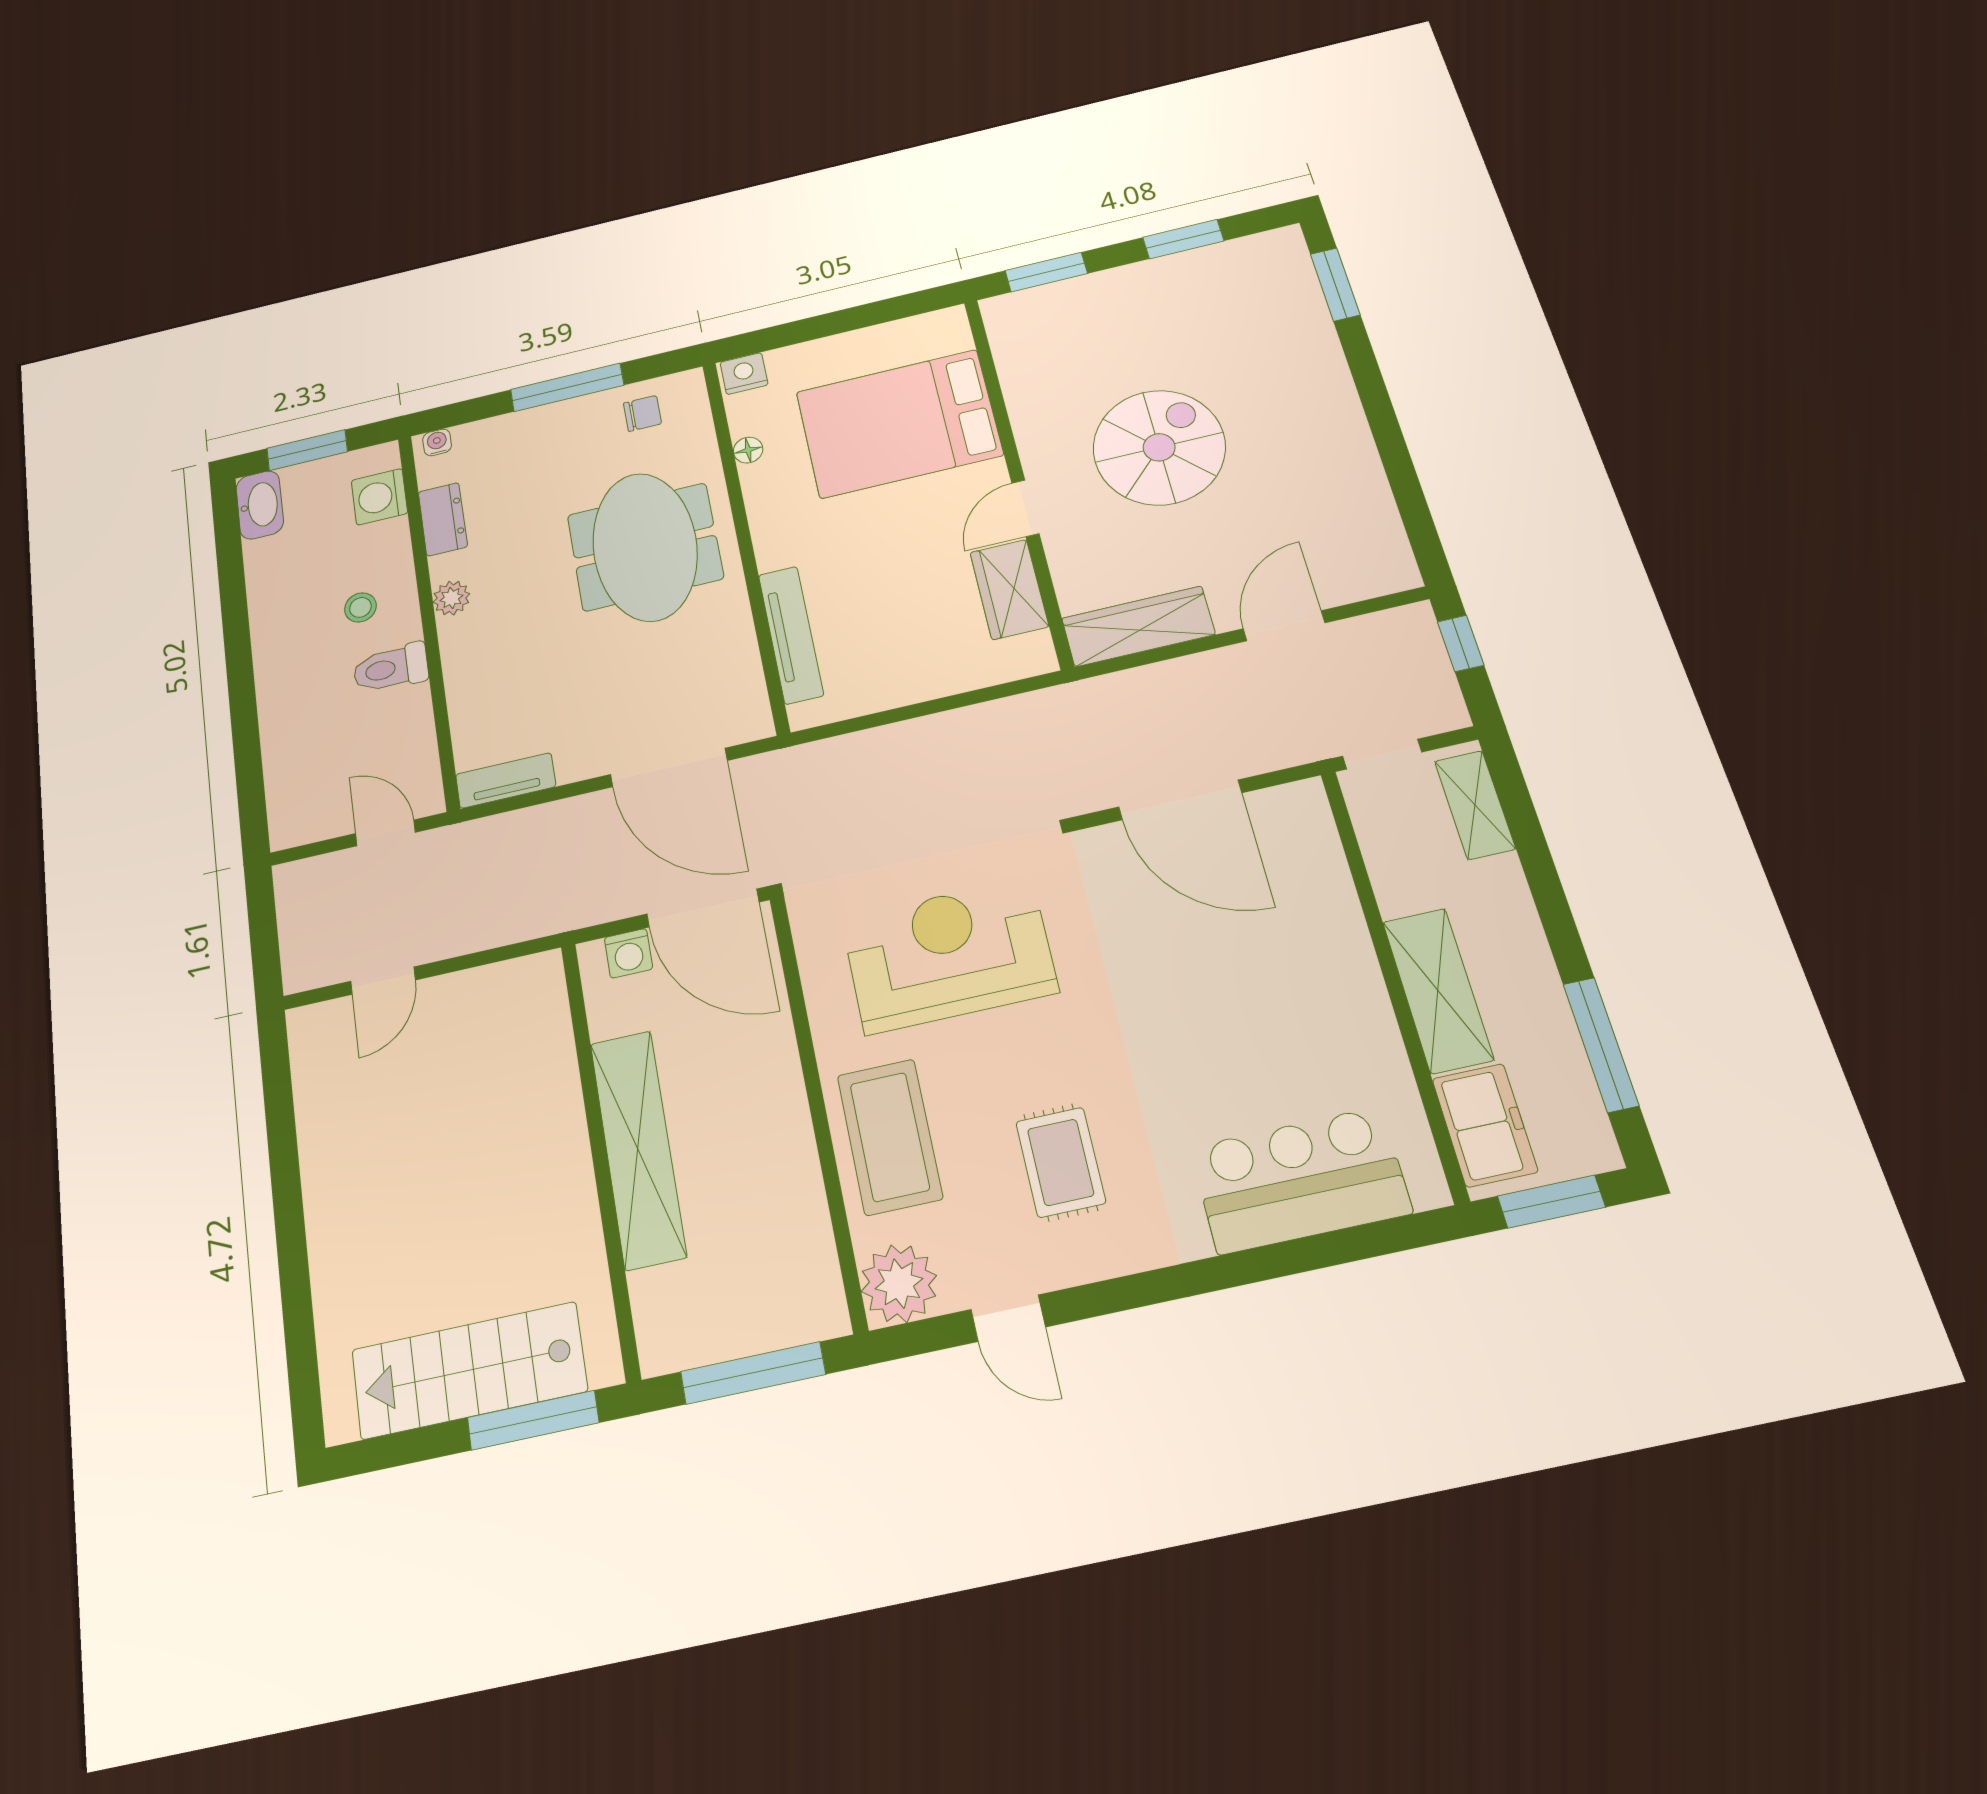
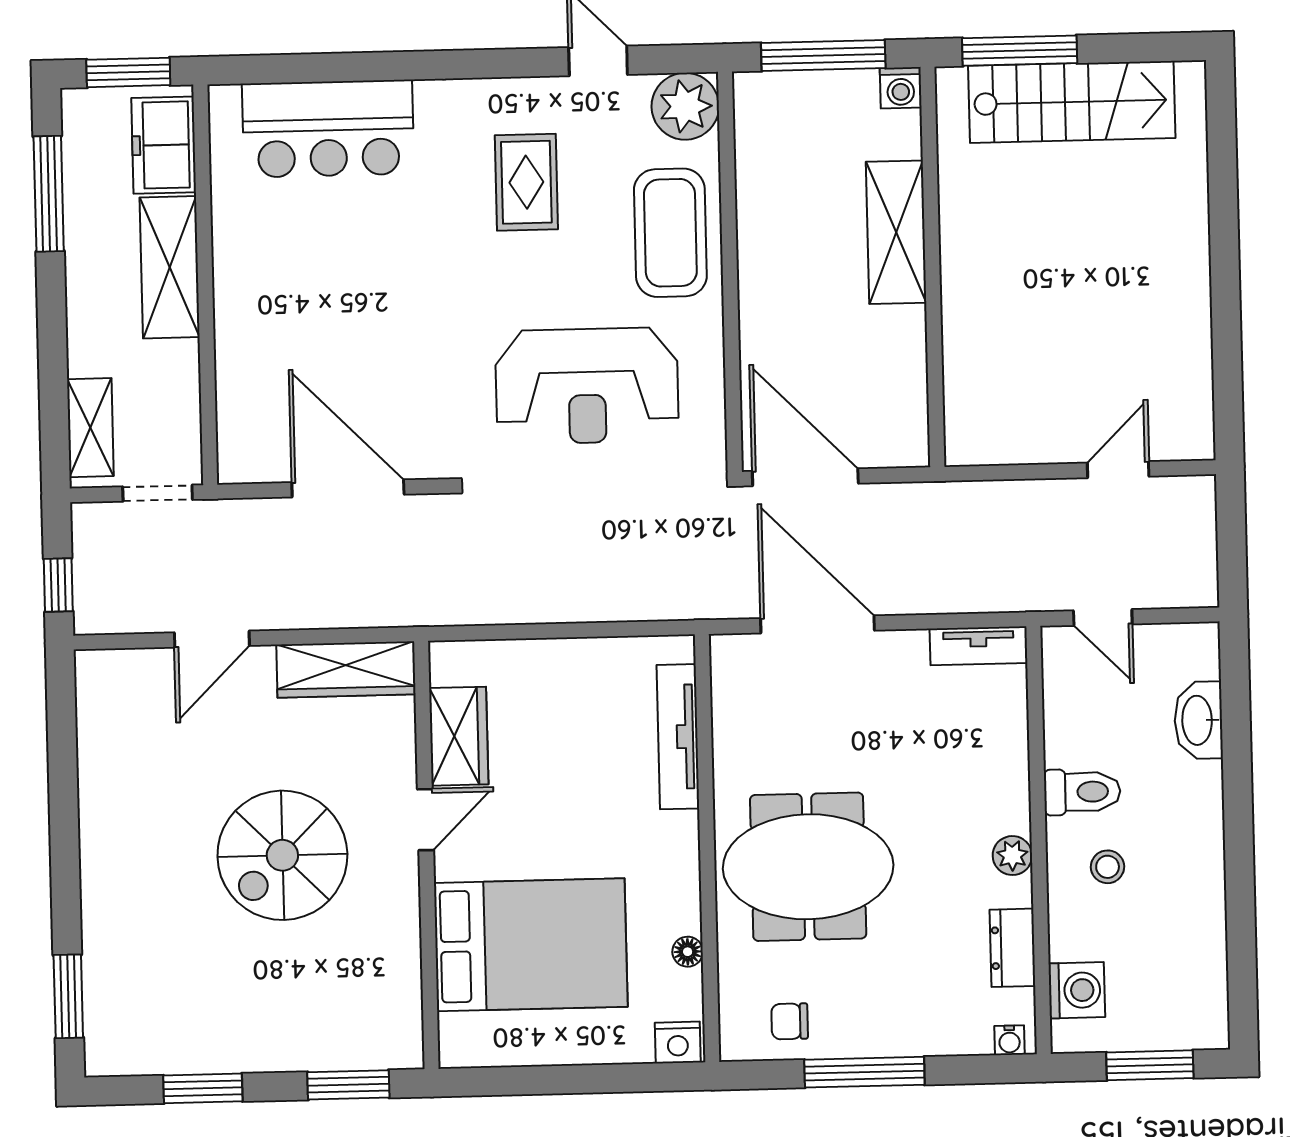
washbasin: (260, 505) -> (1198, 720), moved
meeting table: (645, 547) -> (808, 867), turned 90
washing machine: (628, 953) -> (901, 88), moved, turned 180
shelving: (638, 1149) -> (896, 232), width x0.68

